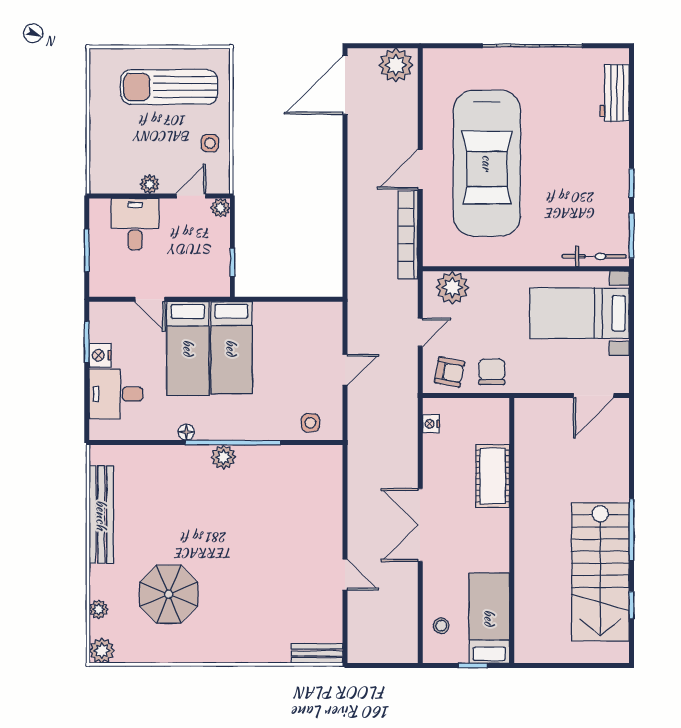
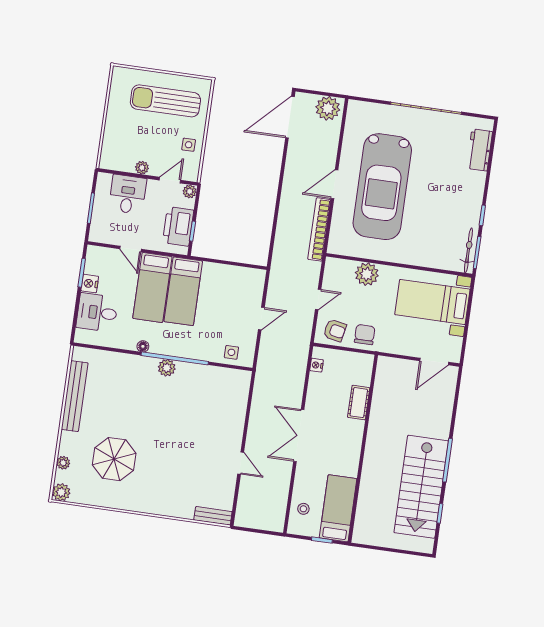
bicycle: (594, 256) -> (468, 250), moved, turned -90
printer: (211, 259) -> (178, 226), added
plant: (452, 288) -> (367, 274), moved
cot: (493, 476) -> (359, 403), width x0.73, depth x0.75

